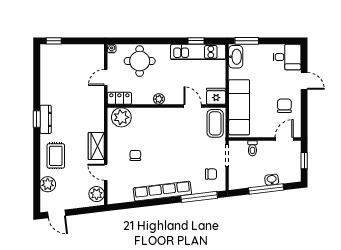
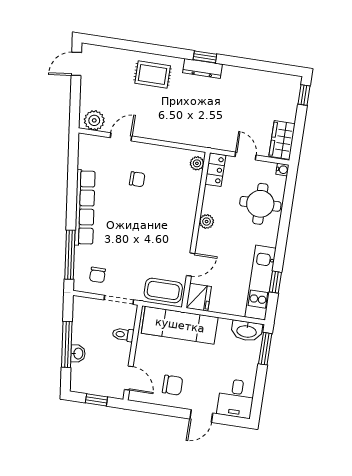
plant: (121, 117) -> (197, 163), width x0.53, depth x0.53
wardrobe: (96, 146) -> (282, 140), moved, turned -90
plant: (48, 184) -> (117, 58), removed

